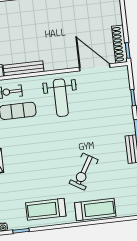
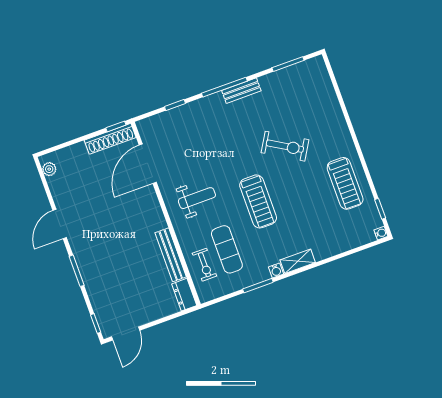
weight bench: (61, 98) -> (197, 198), width x0.73, depth x0.75
treadmill: (95, 209) -> (258, 201), moved, turned 180

